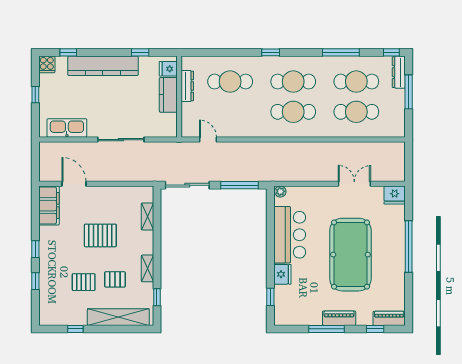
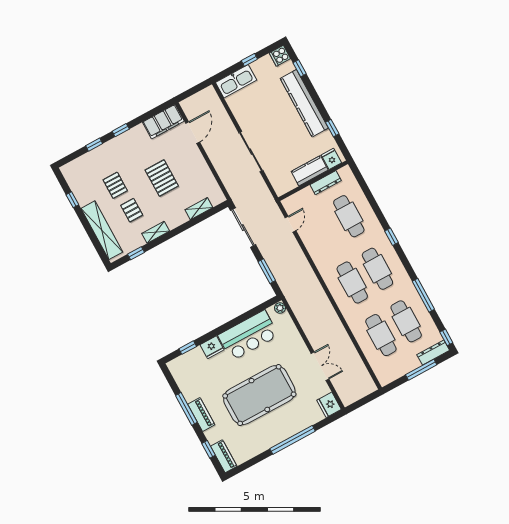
kitchen sink: (67, 128) -> (236, 81), moved, turned 90
window: (239, 185) -> (267, 271), width x0.69

